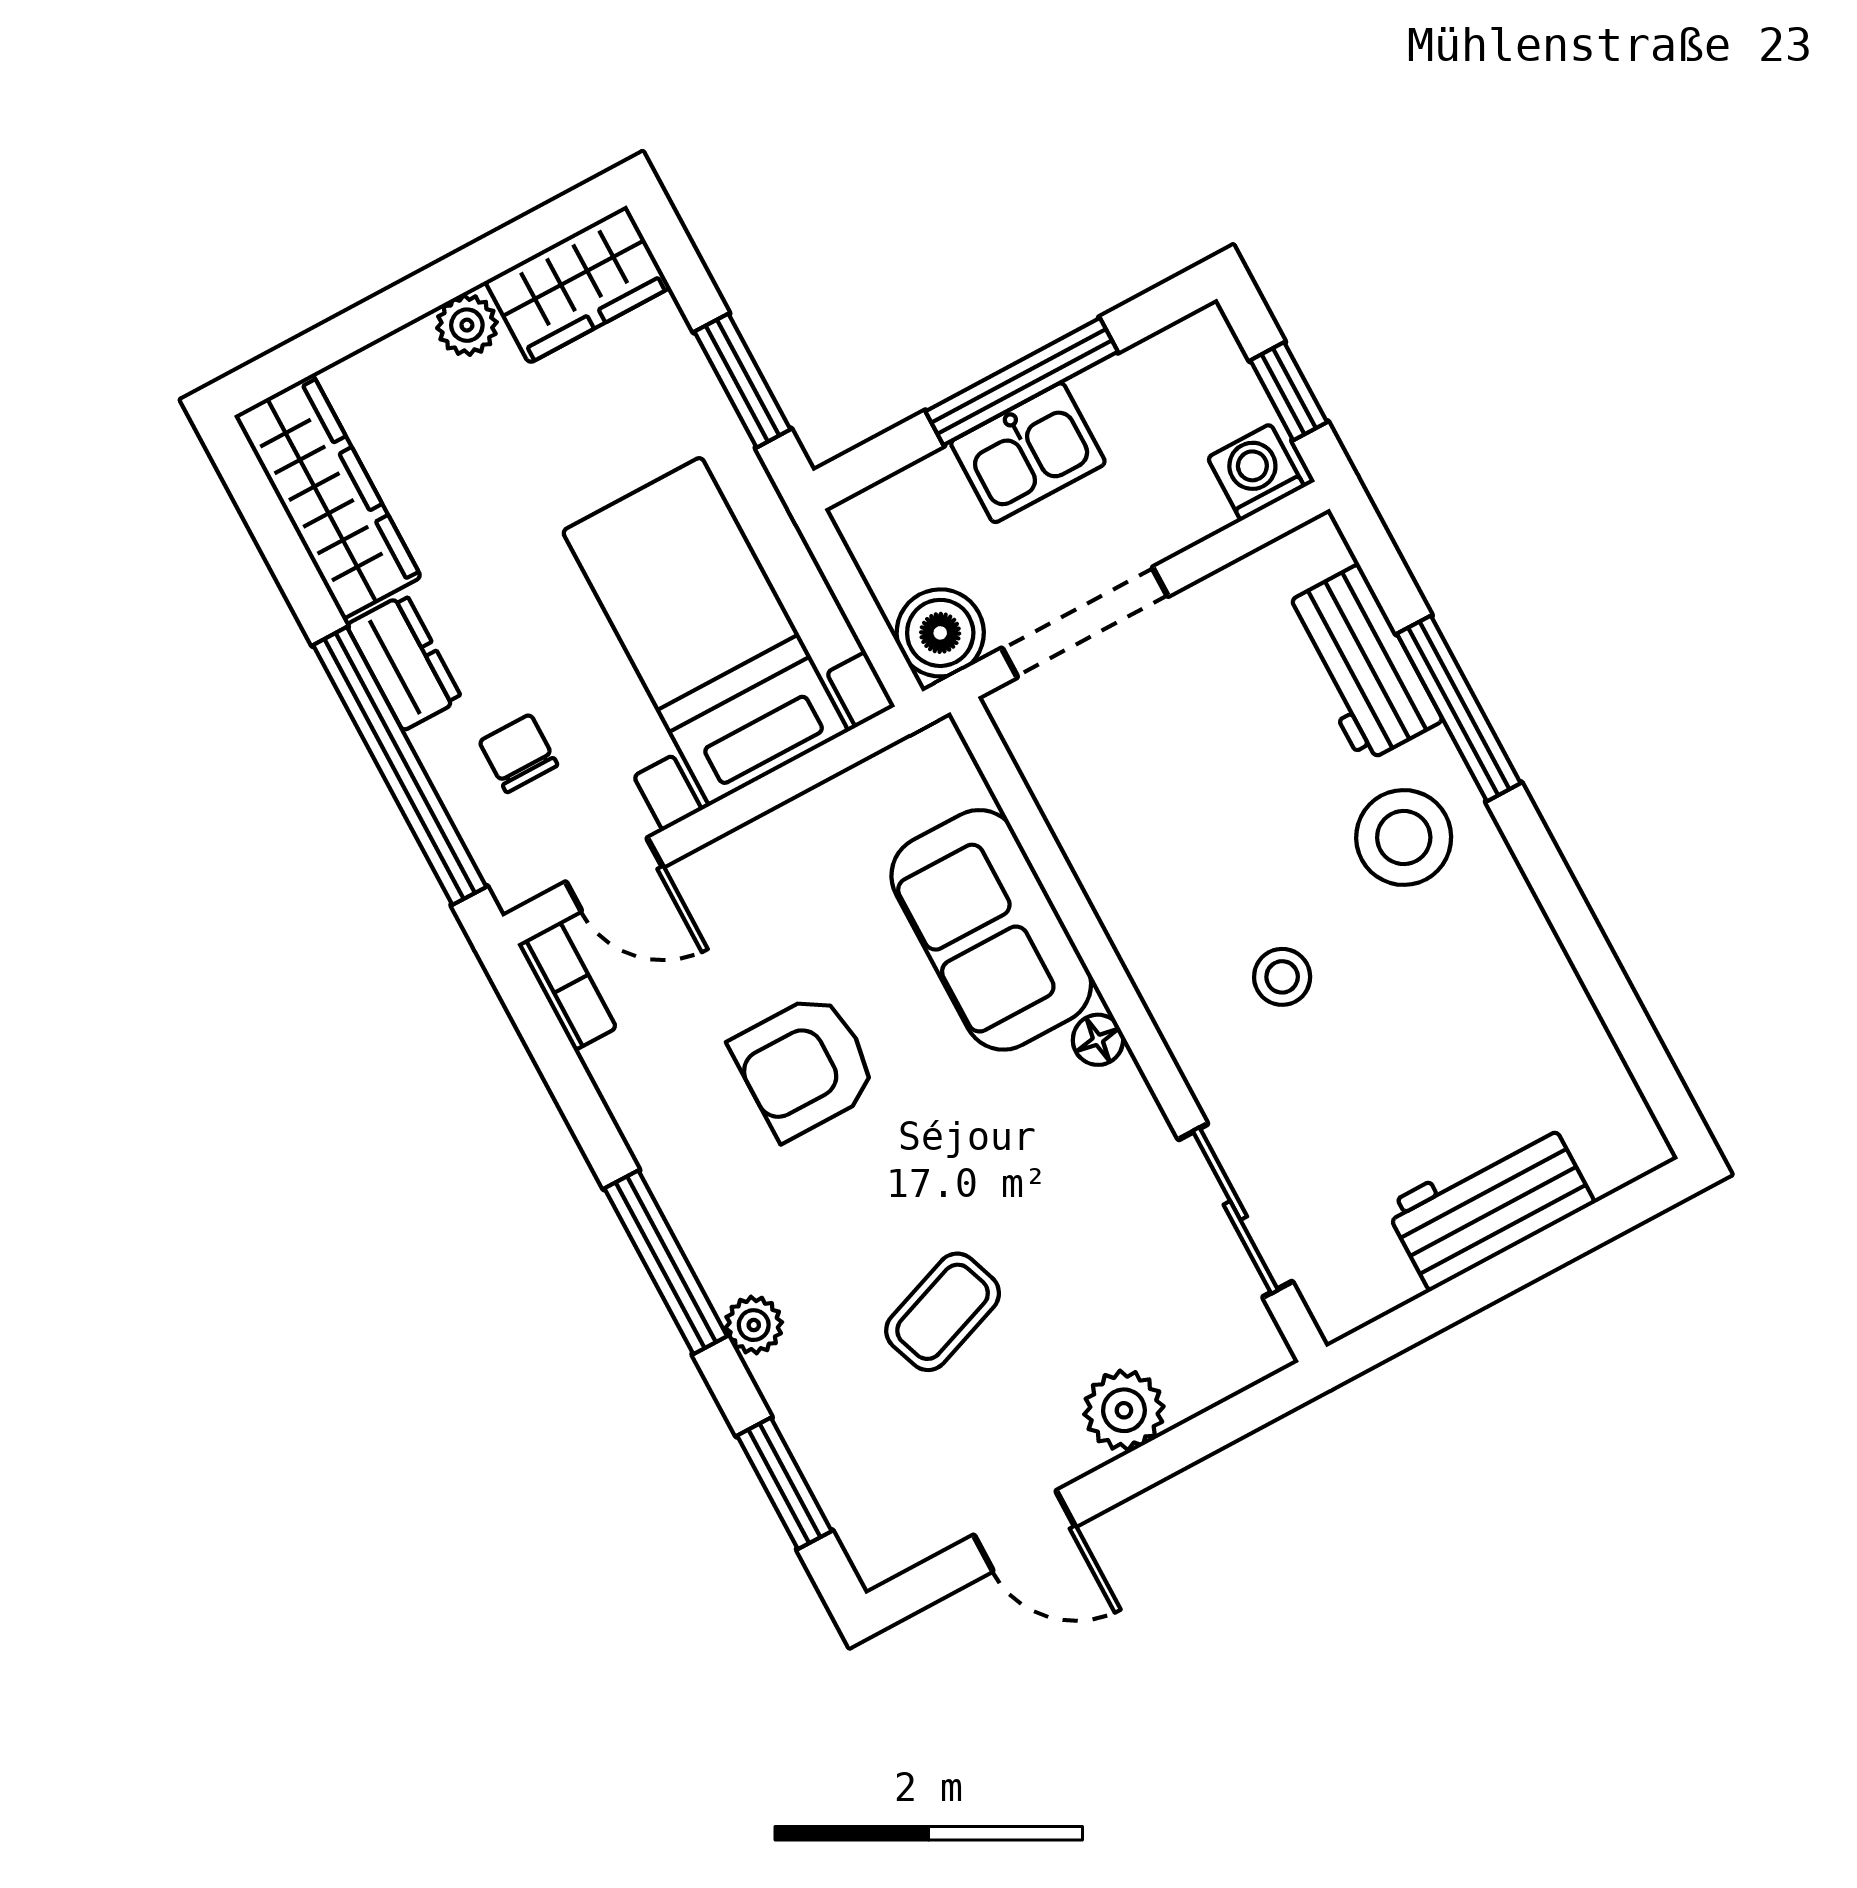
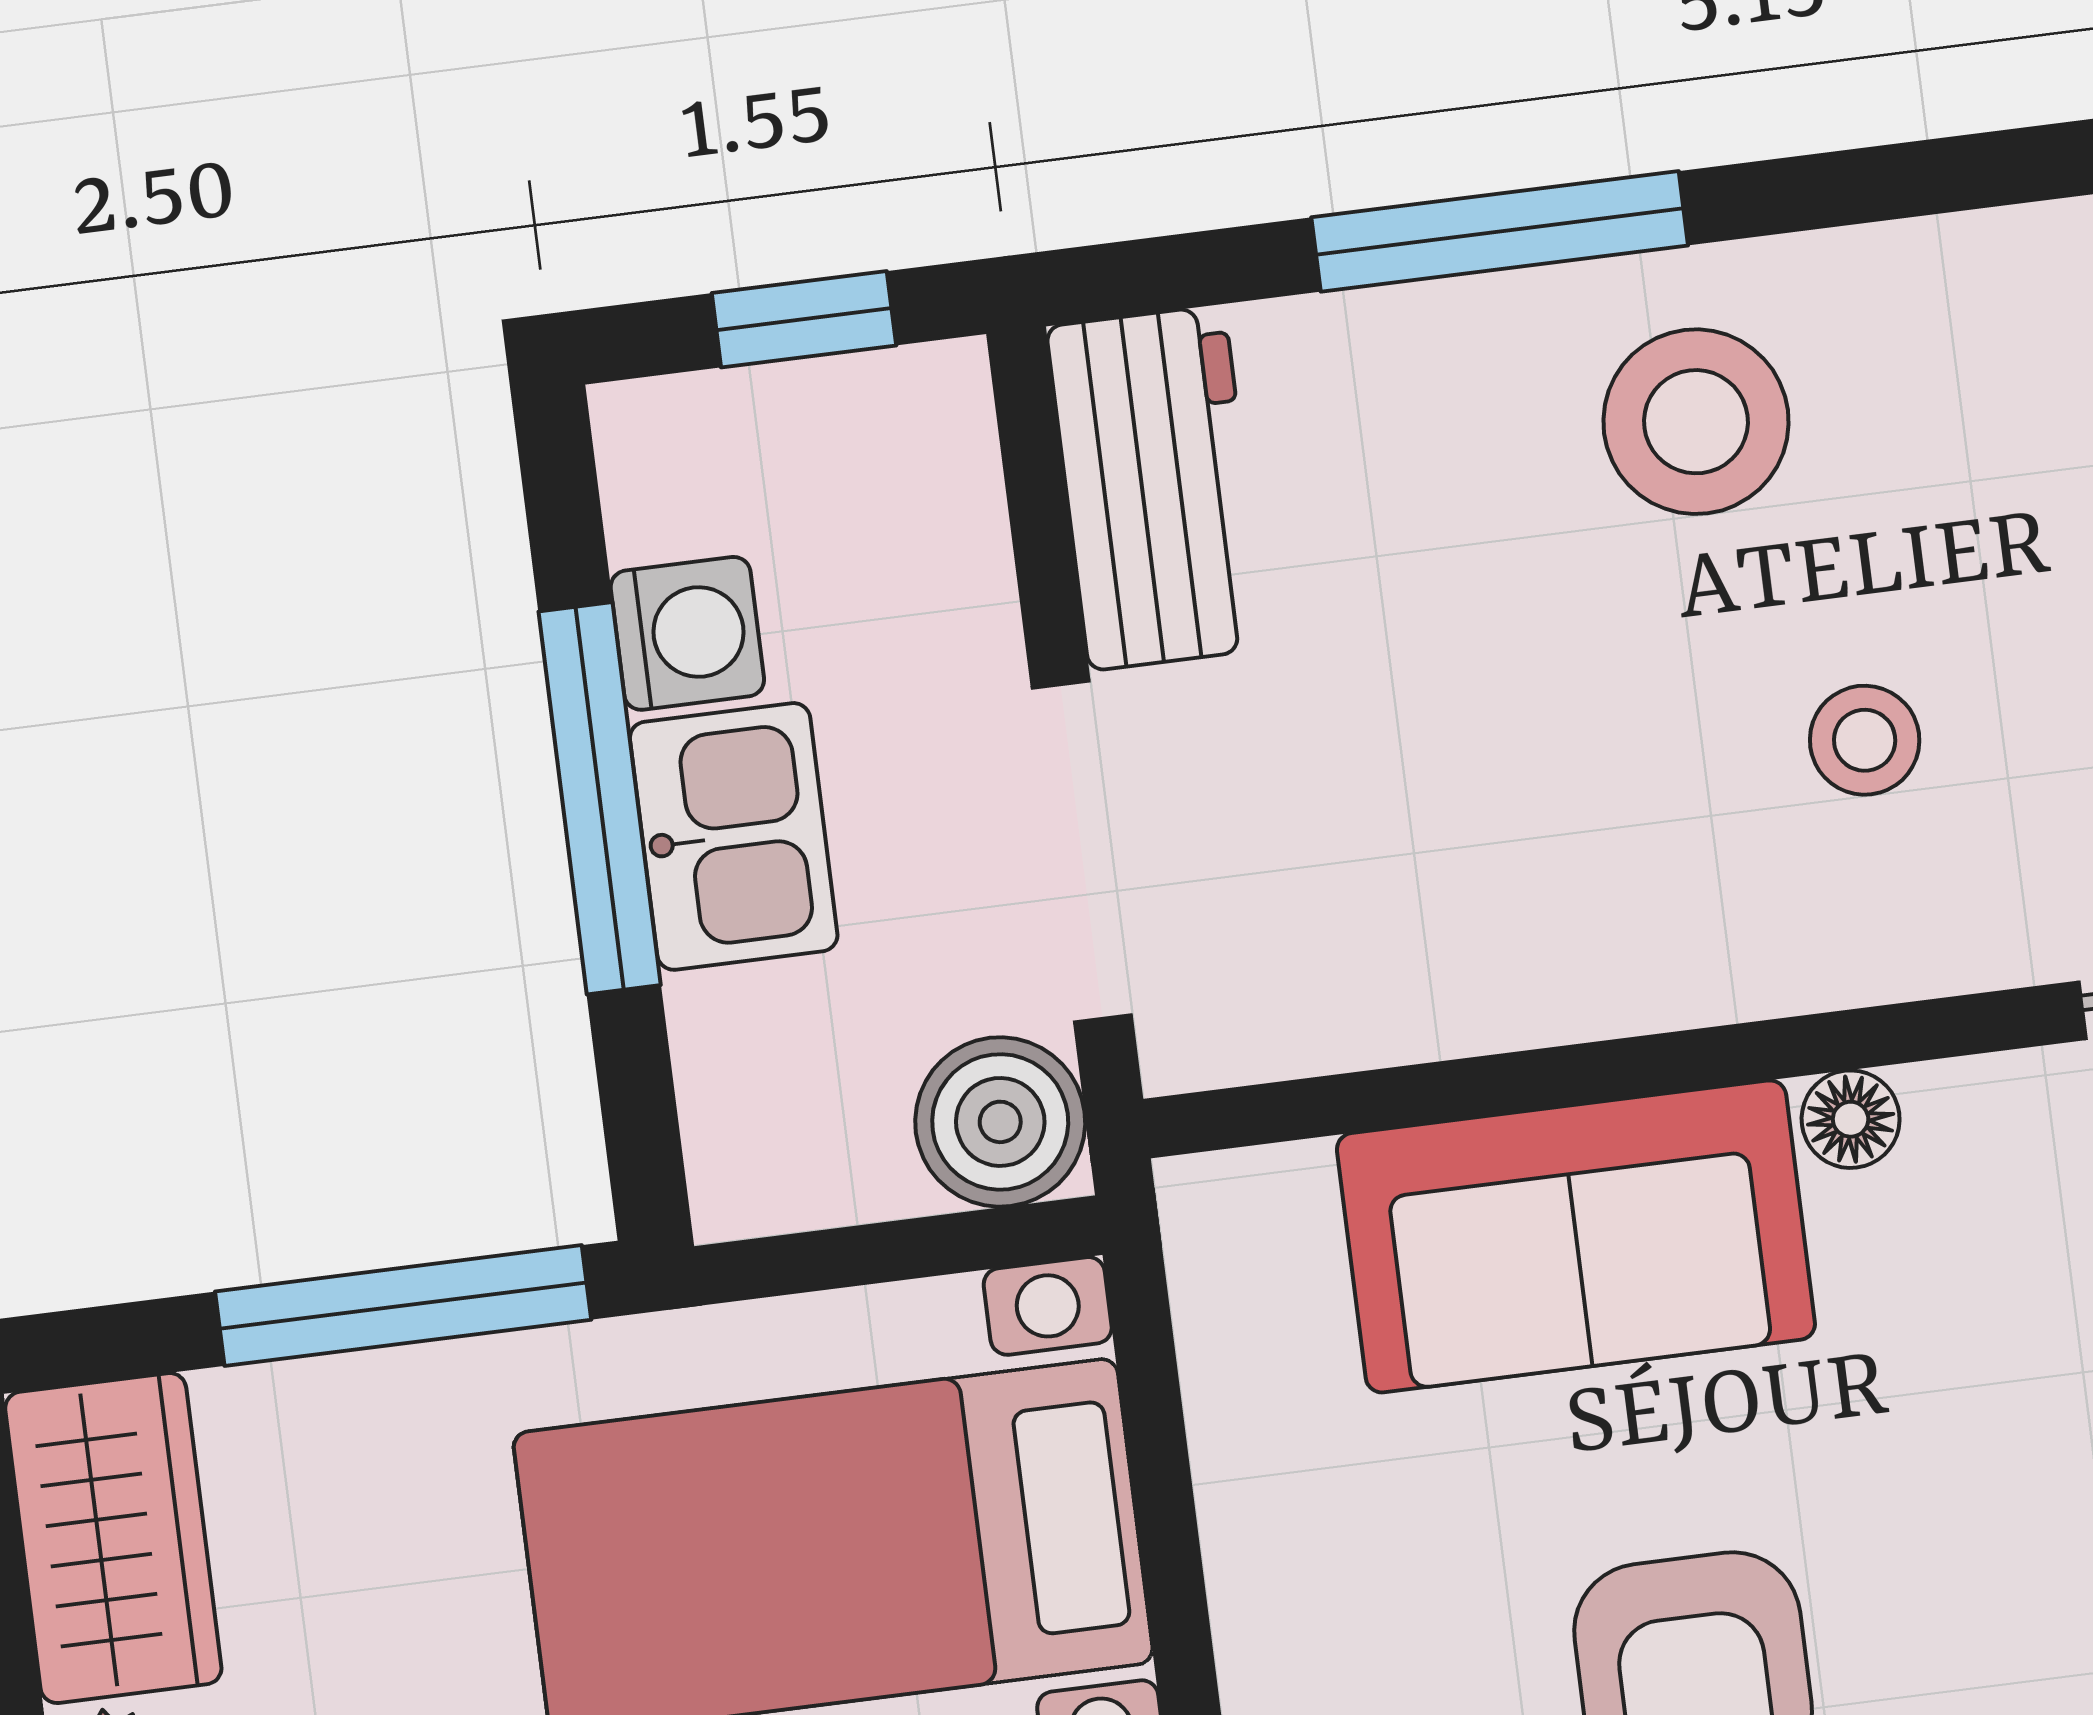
window: (742, 381) -> (403, 1306), width x1.44
washing machine: (1256, 472) -> (687, 633), moved, turned 180
workbench: (1361, 664) -> (1157, 488), moved, turned -90

